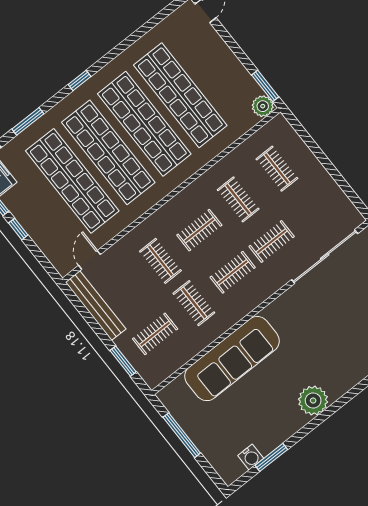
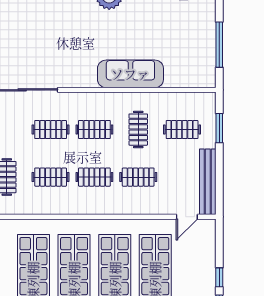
clothes rail: (238, 199) -> (51, 177), turned 90
clothes rail: (160, 261) -> (138, 177), turned 90
sofa: (232, 359) -> (130, 74), width x0.74, depth x0.79

